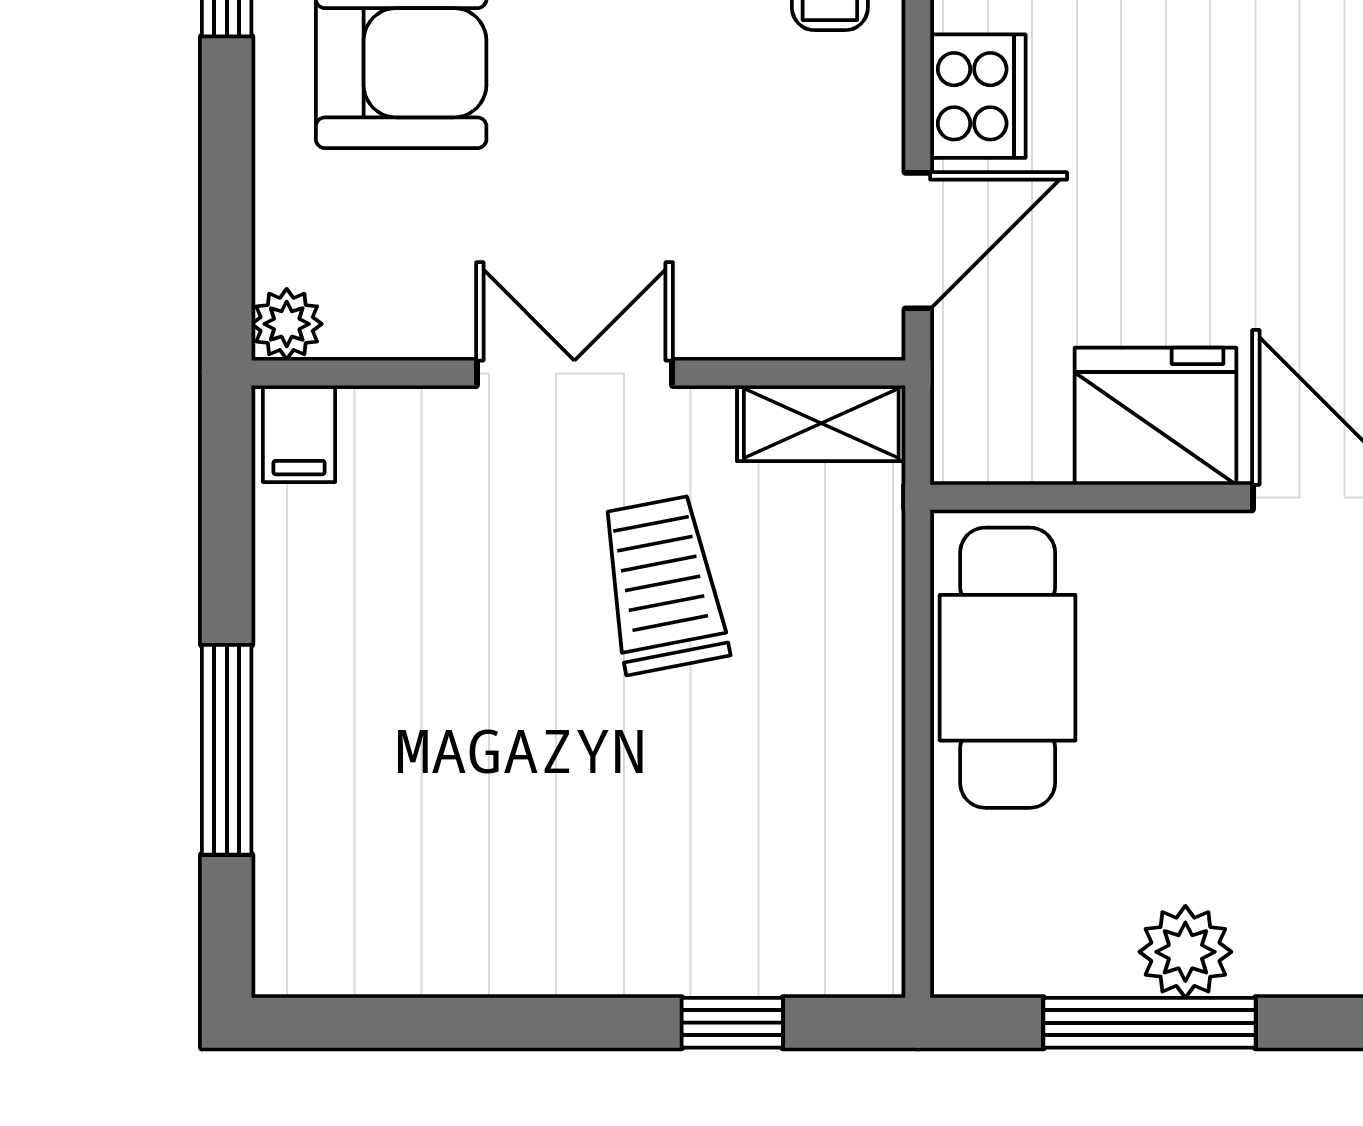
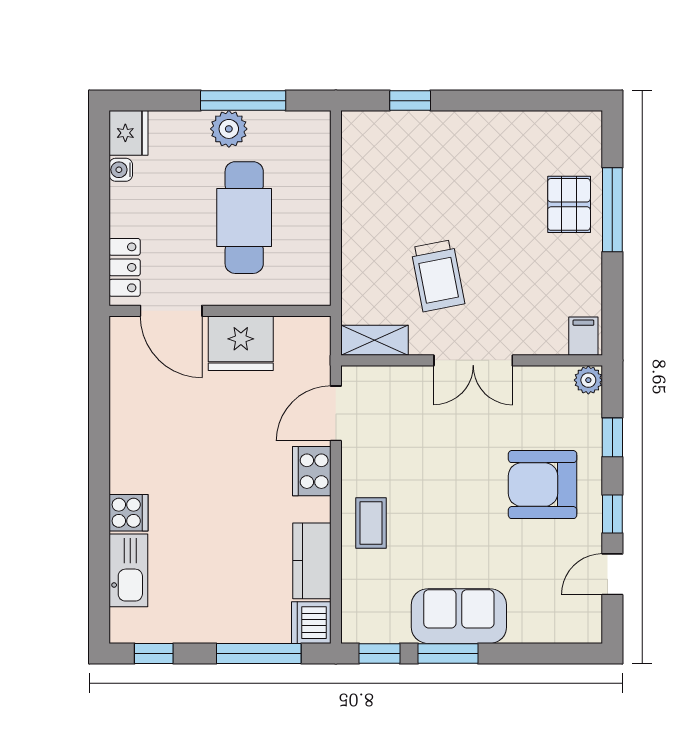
window: (227, 181) -> (612, 437), added
cafe table: (1008, 668) -> (244, 218), moved
pallet: (335, 763) -> (569, 204), added

